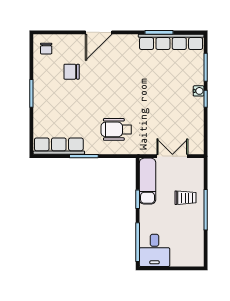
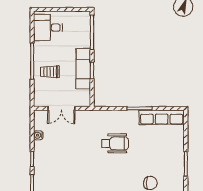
water cooler: (199, 91) -> (38, 135), moved
wheelchair: (116, 129) -> (115, 143), moved
exam couch: (148, 181) -> (83, 69), moved
desk: (154, 250) -> (48, 28), moved, turned -90

